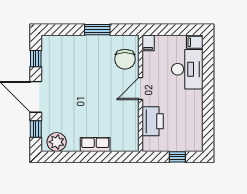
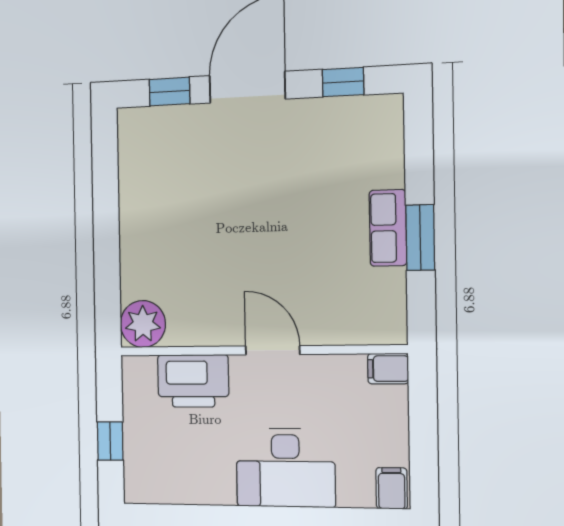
chair: (125, 59) -> (345, 310), removed
desk: (187, 69) -> (285, 468), moved
plant: (57, 142) -> (143, 324), moved
row of seats: (95, 144) -> (388, 228), moved, turned 180

